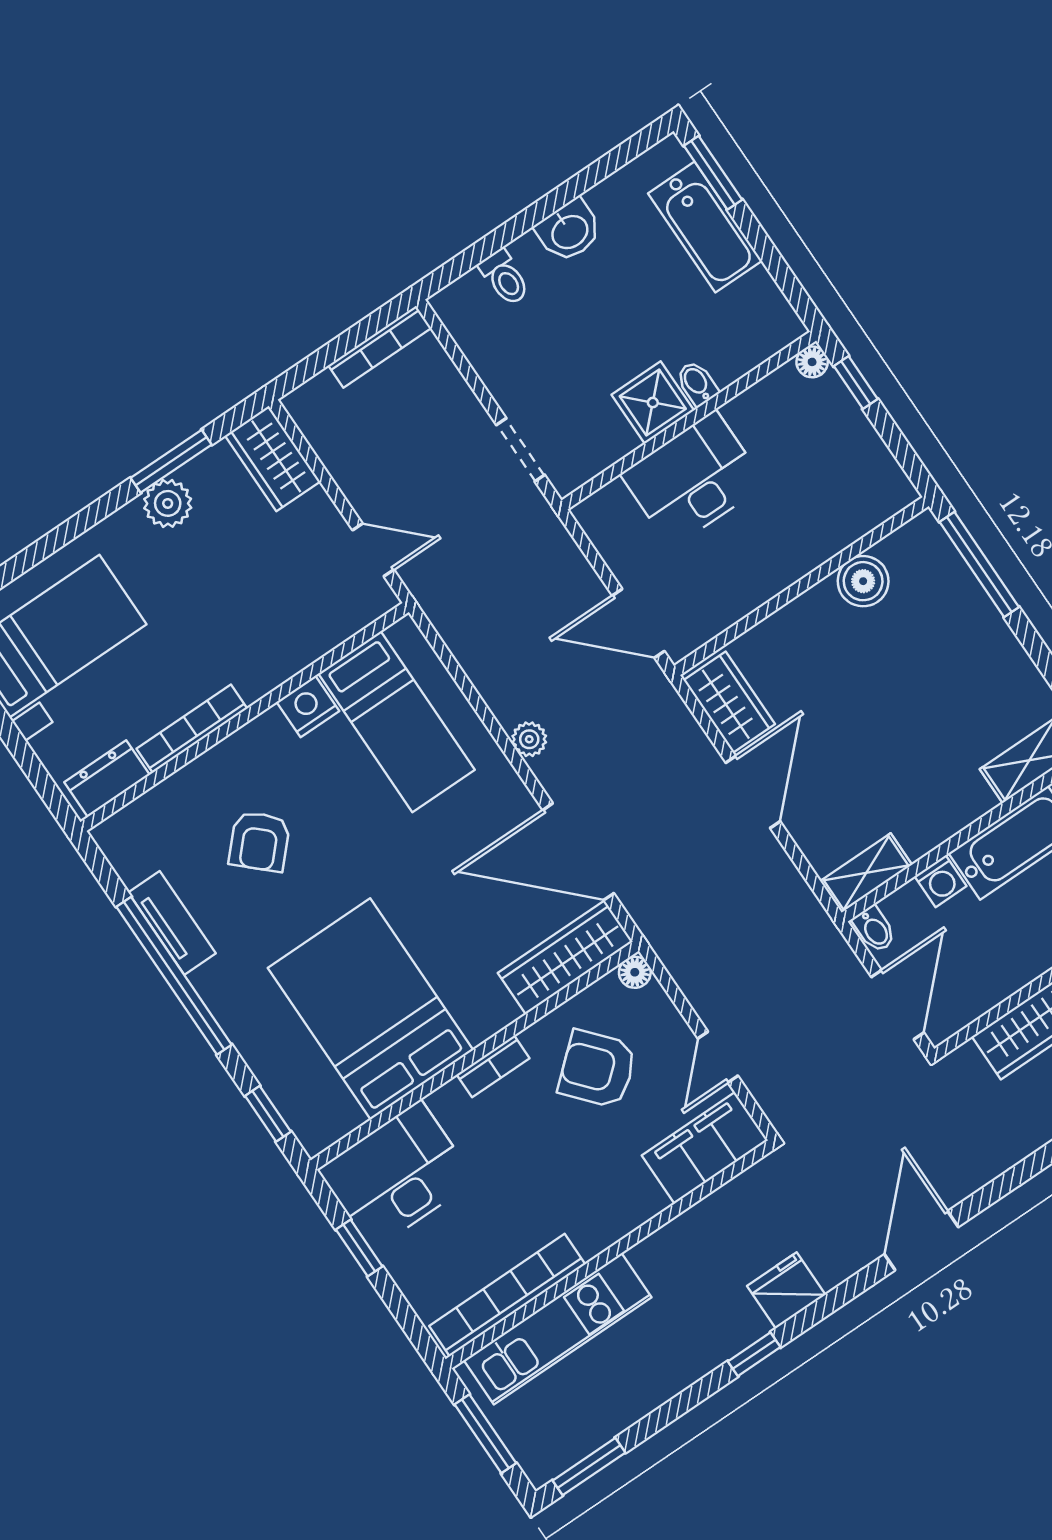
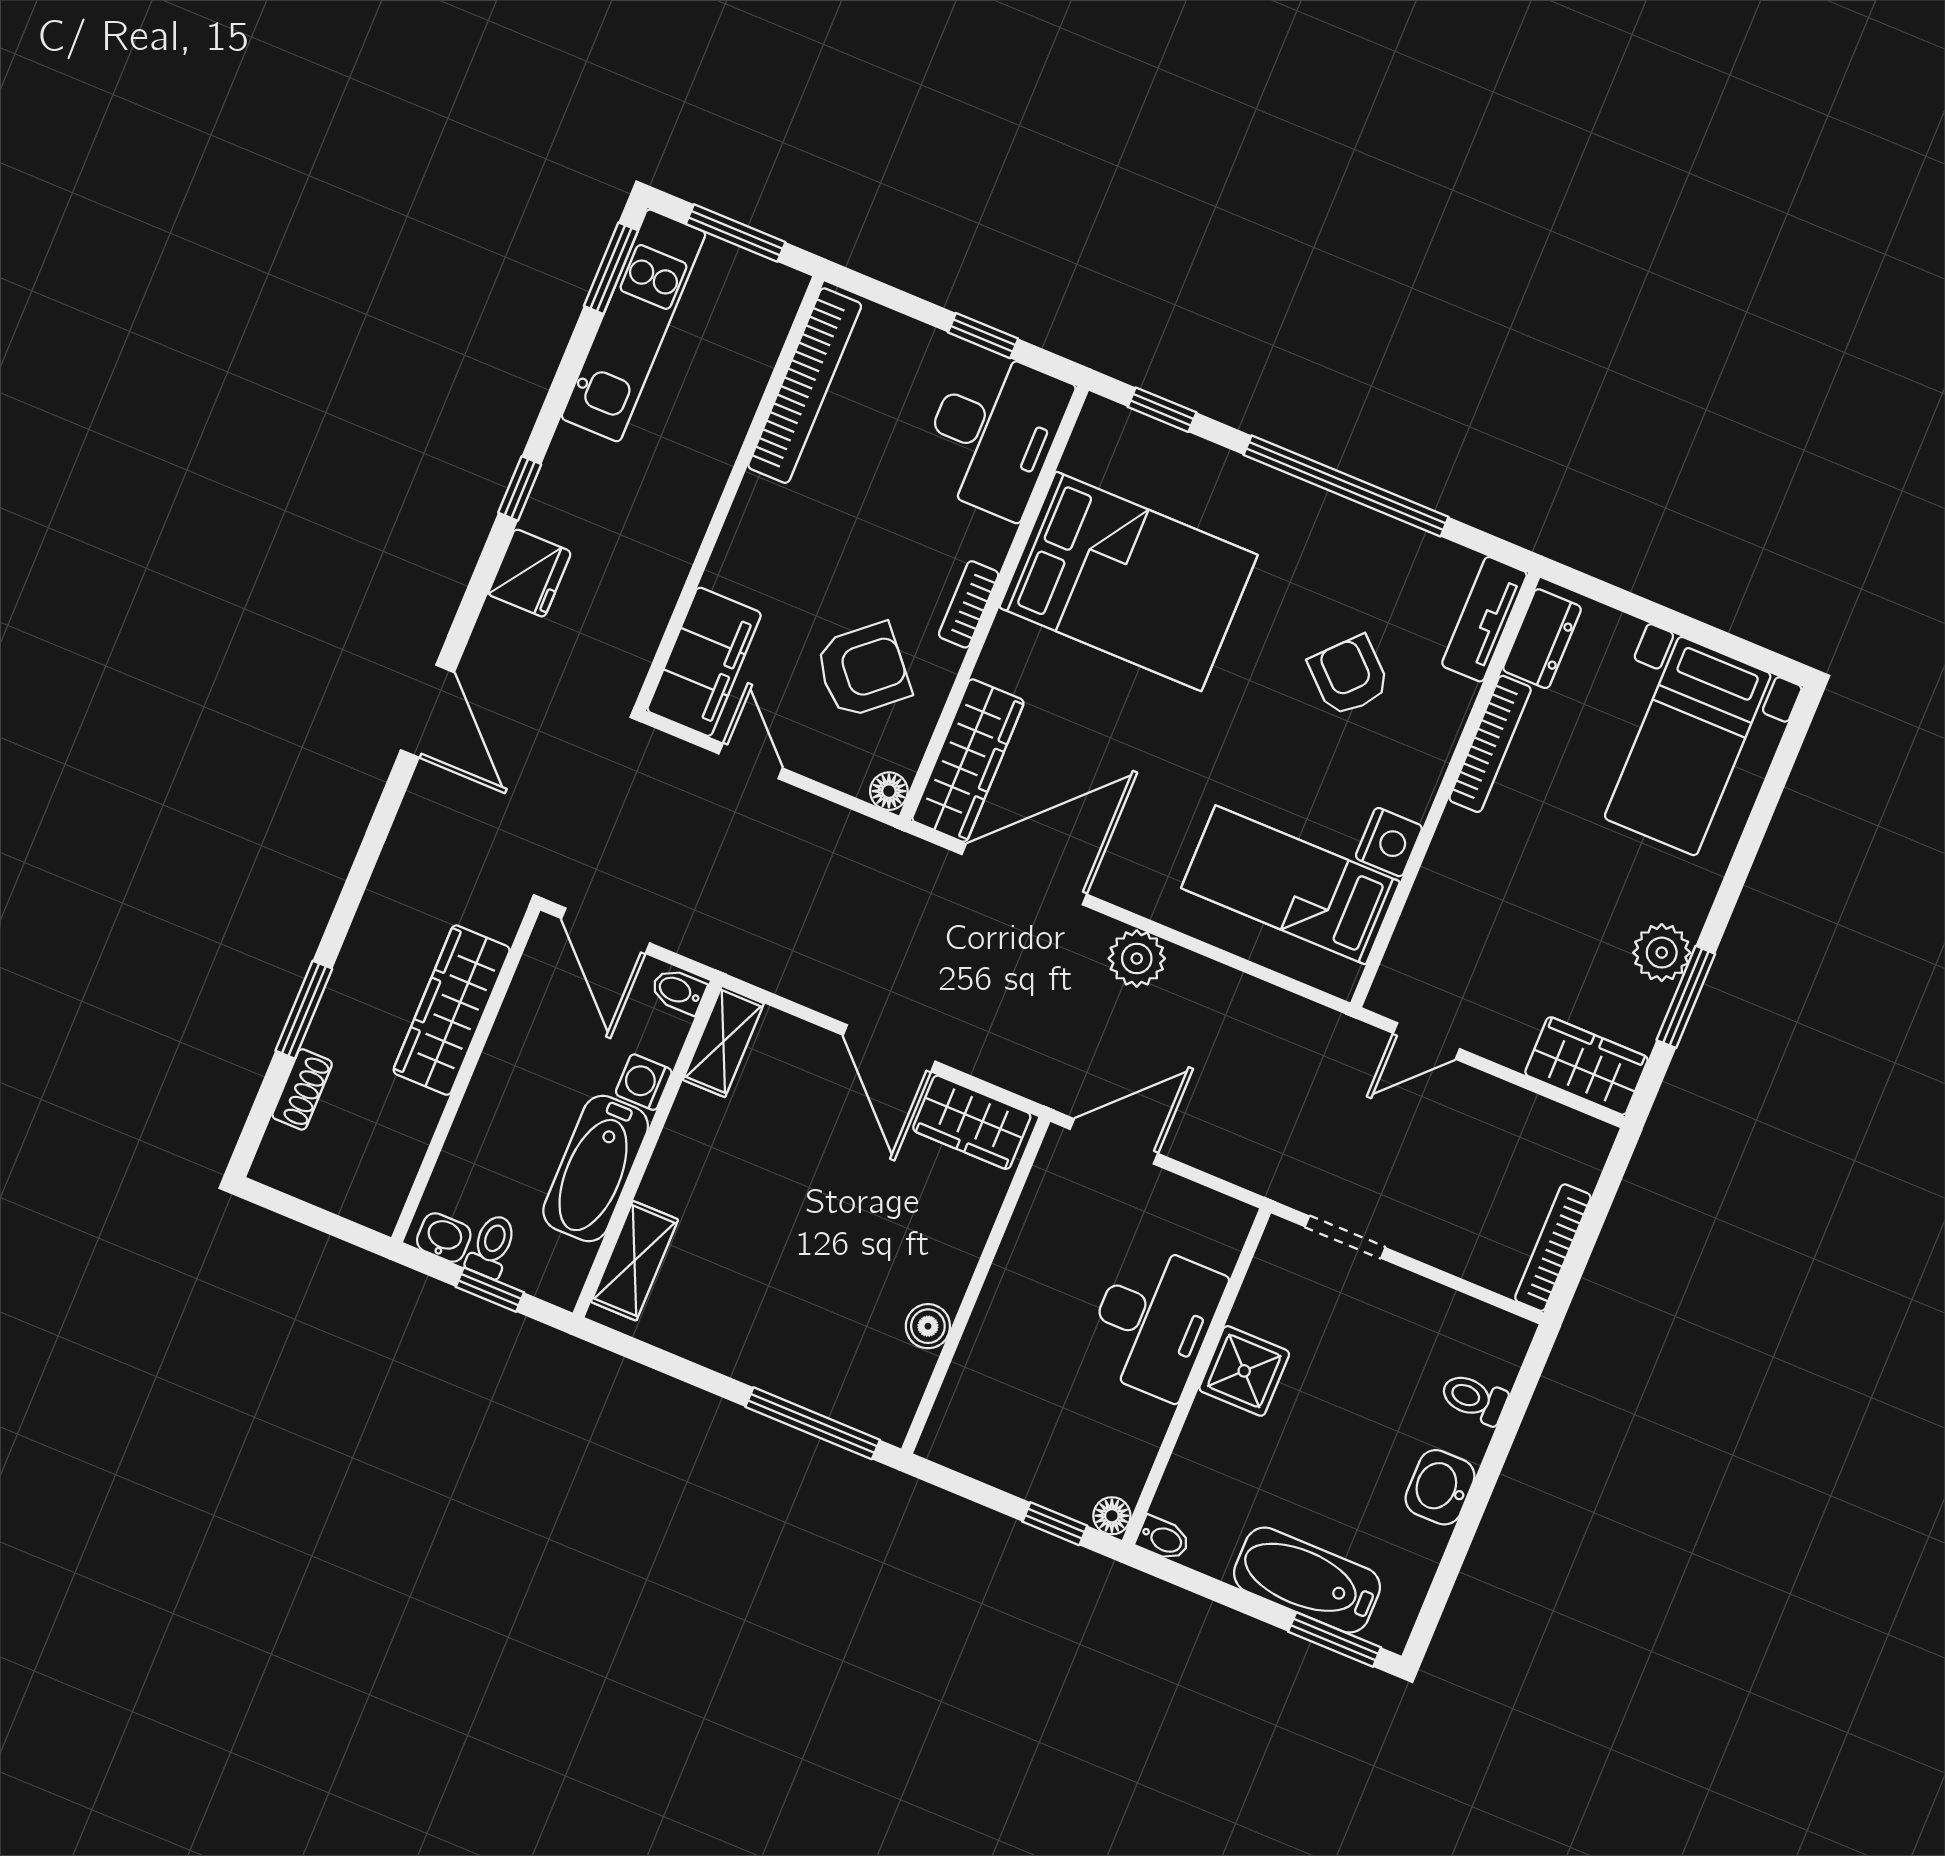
bidet: (697, 383) -> (1163, 1539), moved
boiler: (863, 581) -> (928, 1326), width x0.73, depth x0.73
plant: (529, 739) -> (1137, 958), width x1.38, depth x1.38
tv unit: (172, 923) -> (1484, 619), moved, turned 90
kitchen unit: (558, 1329) -> (633, 325), moved, turned 180

